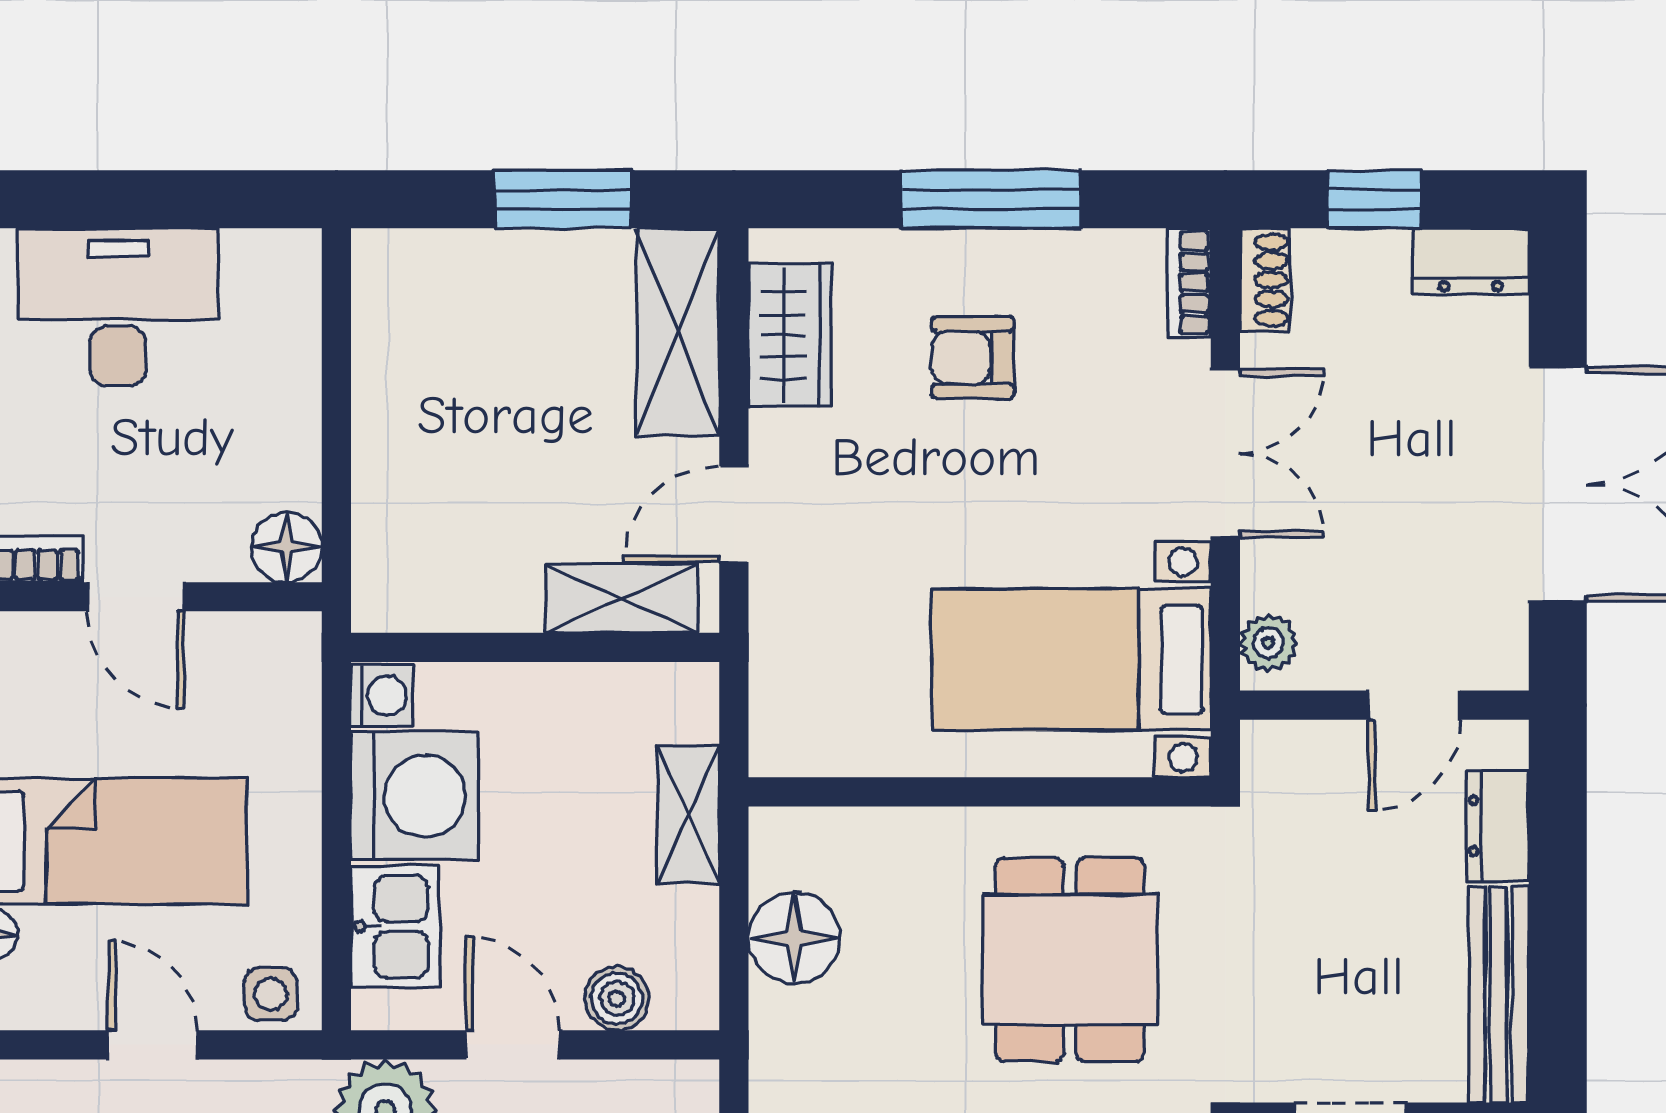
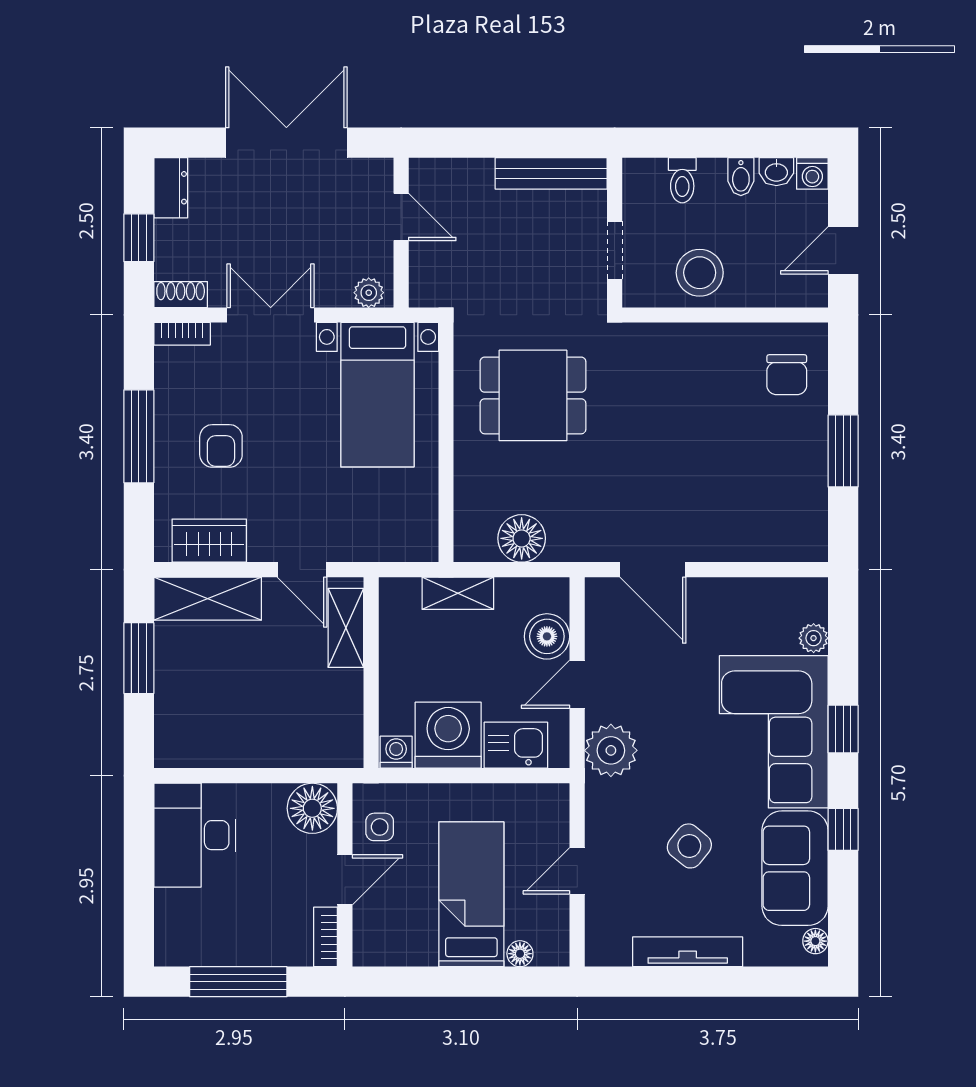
desk: (118, 307) -> (195, 835), moved
floor lamp: (287, 547) -> (312, 808), width x1.38, depth x1.38
dresser: (1498, 825) -> (463, 174), removed
side table: (271, 994) -> (380, 827), moved
boiler: (617, 998) -> (547, 636), width x1.36, depth x1.36

